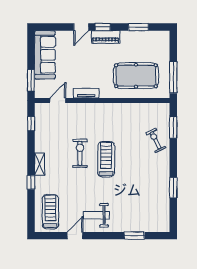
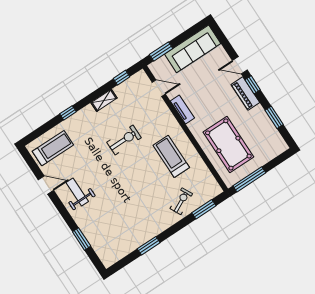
treadmill: (106, 159) -> (171, 156), moved, turned -90
shelving: (40, 164) -> (104, 100), moved

